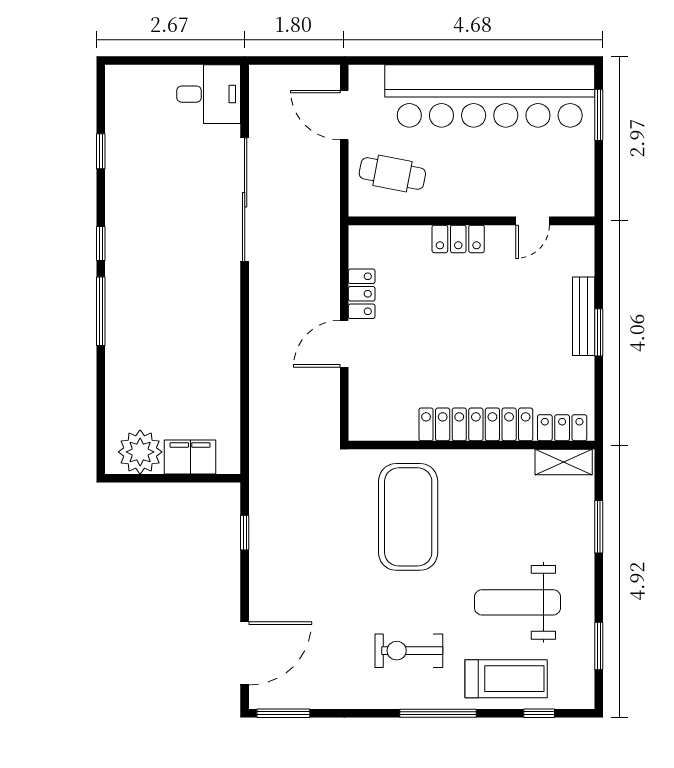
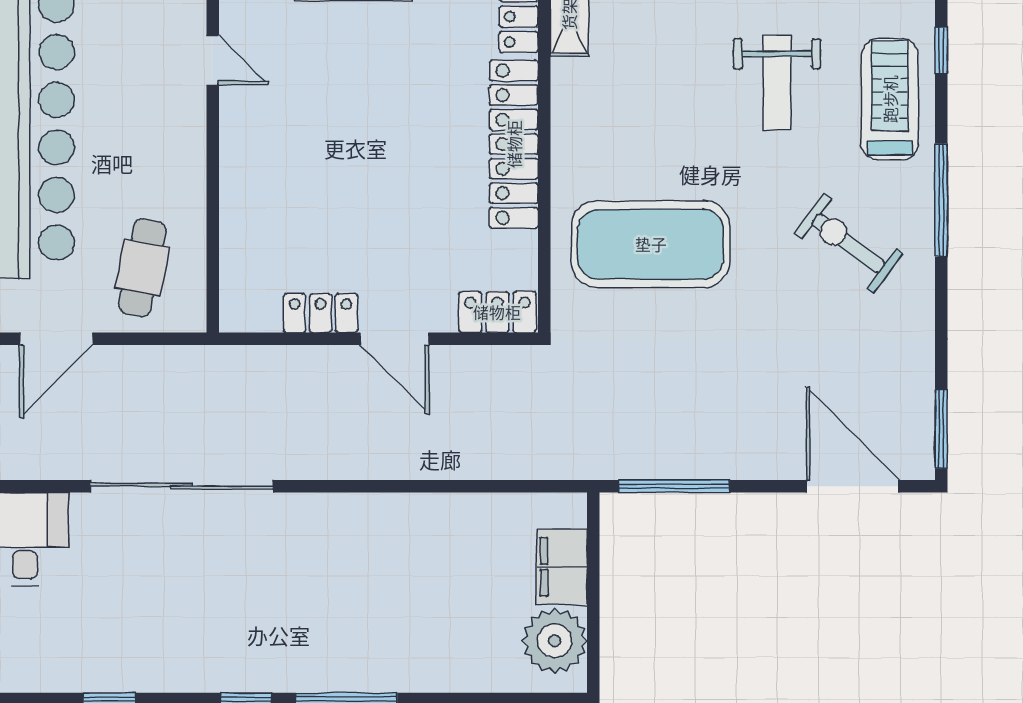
locker: (458, 239) -> (497, 312), moved, turned -90
window: (245, 533) -> (674, 486), width x2.17
weight bench: (518, 602) -> (777, 82), width x0.73, depth x0.75
exercise bike: (409, 651) -> (848, 243), turned 127

